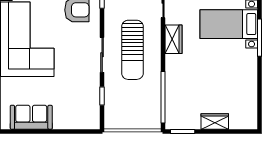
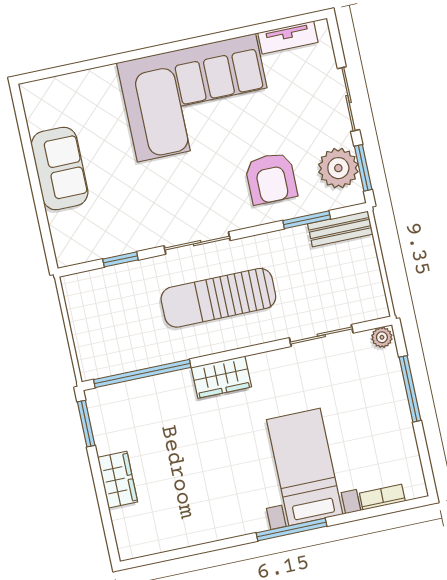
wardrobe: (173, 39) -> (221, 377), moved
sofa: (31, 117) -> (60, 168), moved

